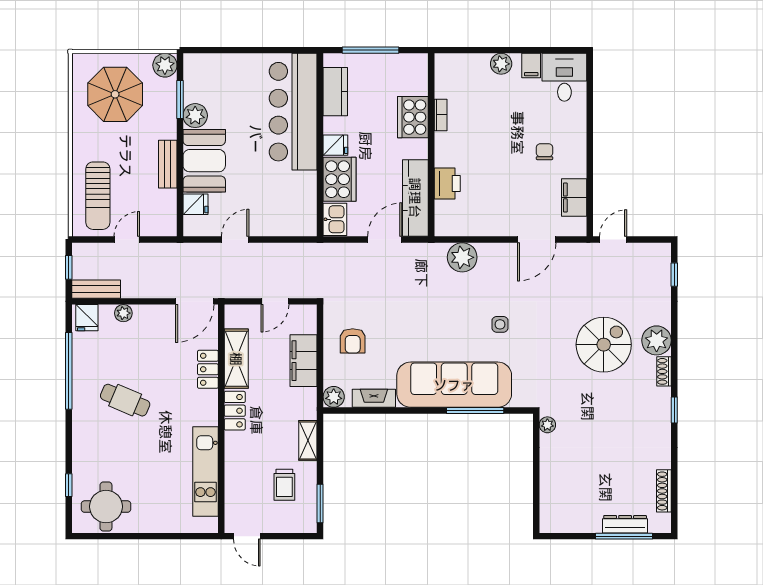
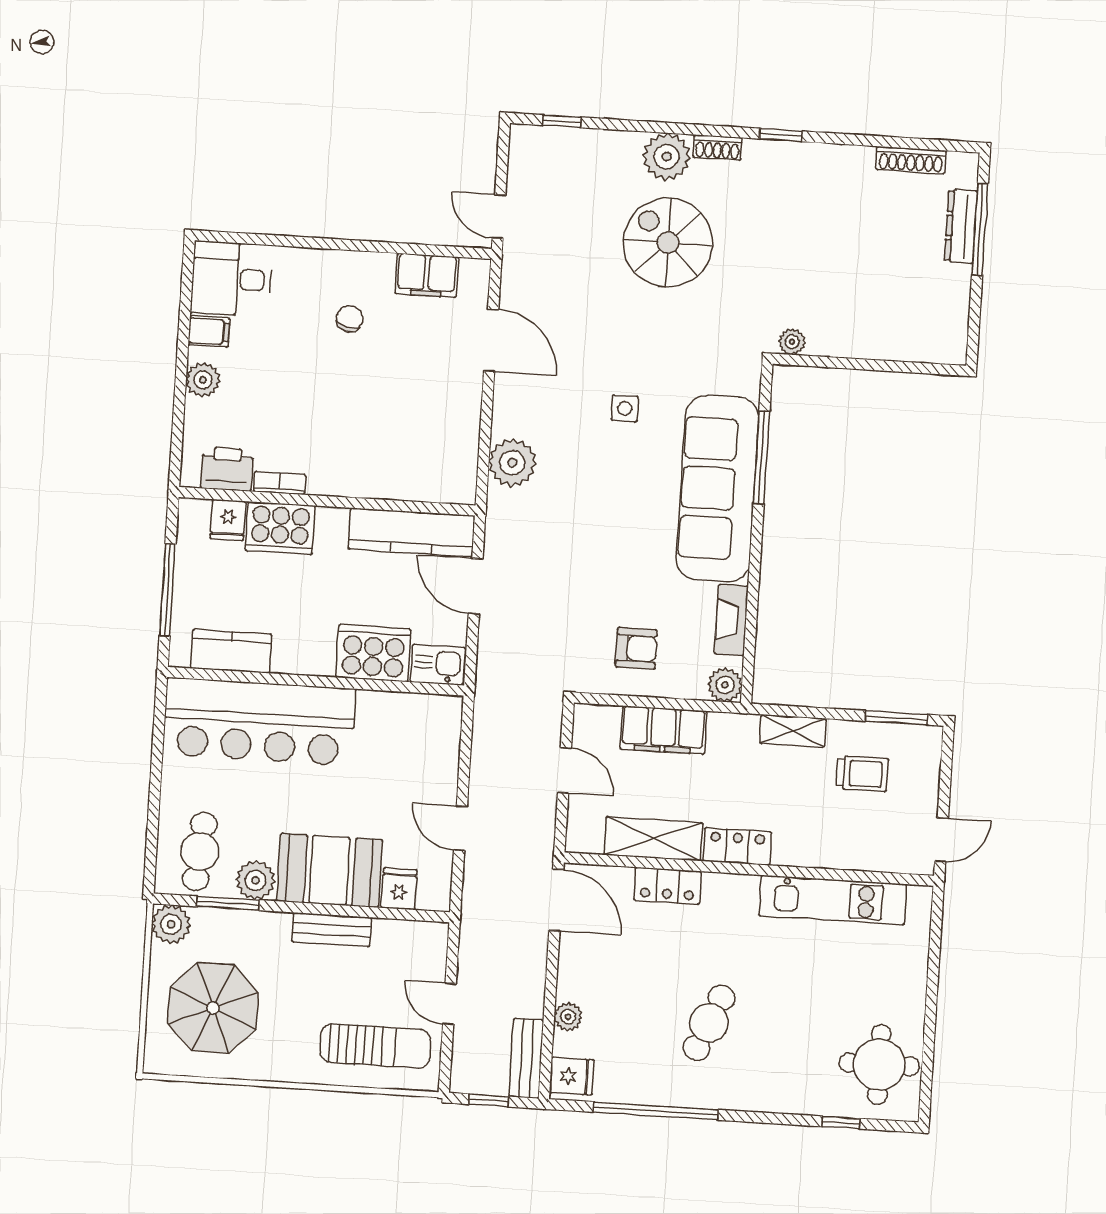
cafe table: (211, 80) -> (200, 851), added
fridge: (335, 145) -> (228, 520), moved, turned 180
chair: (544, 152) -> (350, 319), turned 103
printer: (447, 184) -> (227, 469), moved

